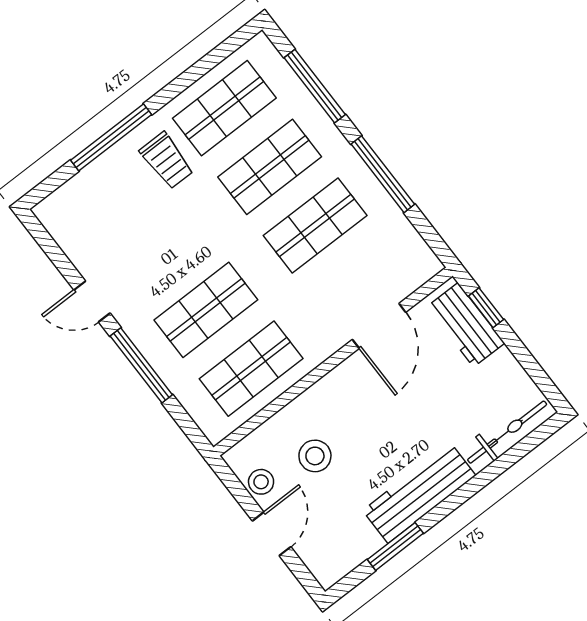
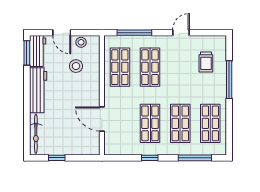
trolley: (167, 160) -> (206, 62), moved, turned -90
window: (383, 174) -> (150, 158), width x0.46
window: (486, 308) -> (57, 158), moved
workbench: (466, 325) -> (38, 51), moved, turned 90
window: (141, 365) -> (134, 33), moved
window: (395, 546) -> (27, 53), moved

